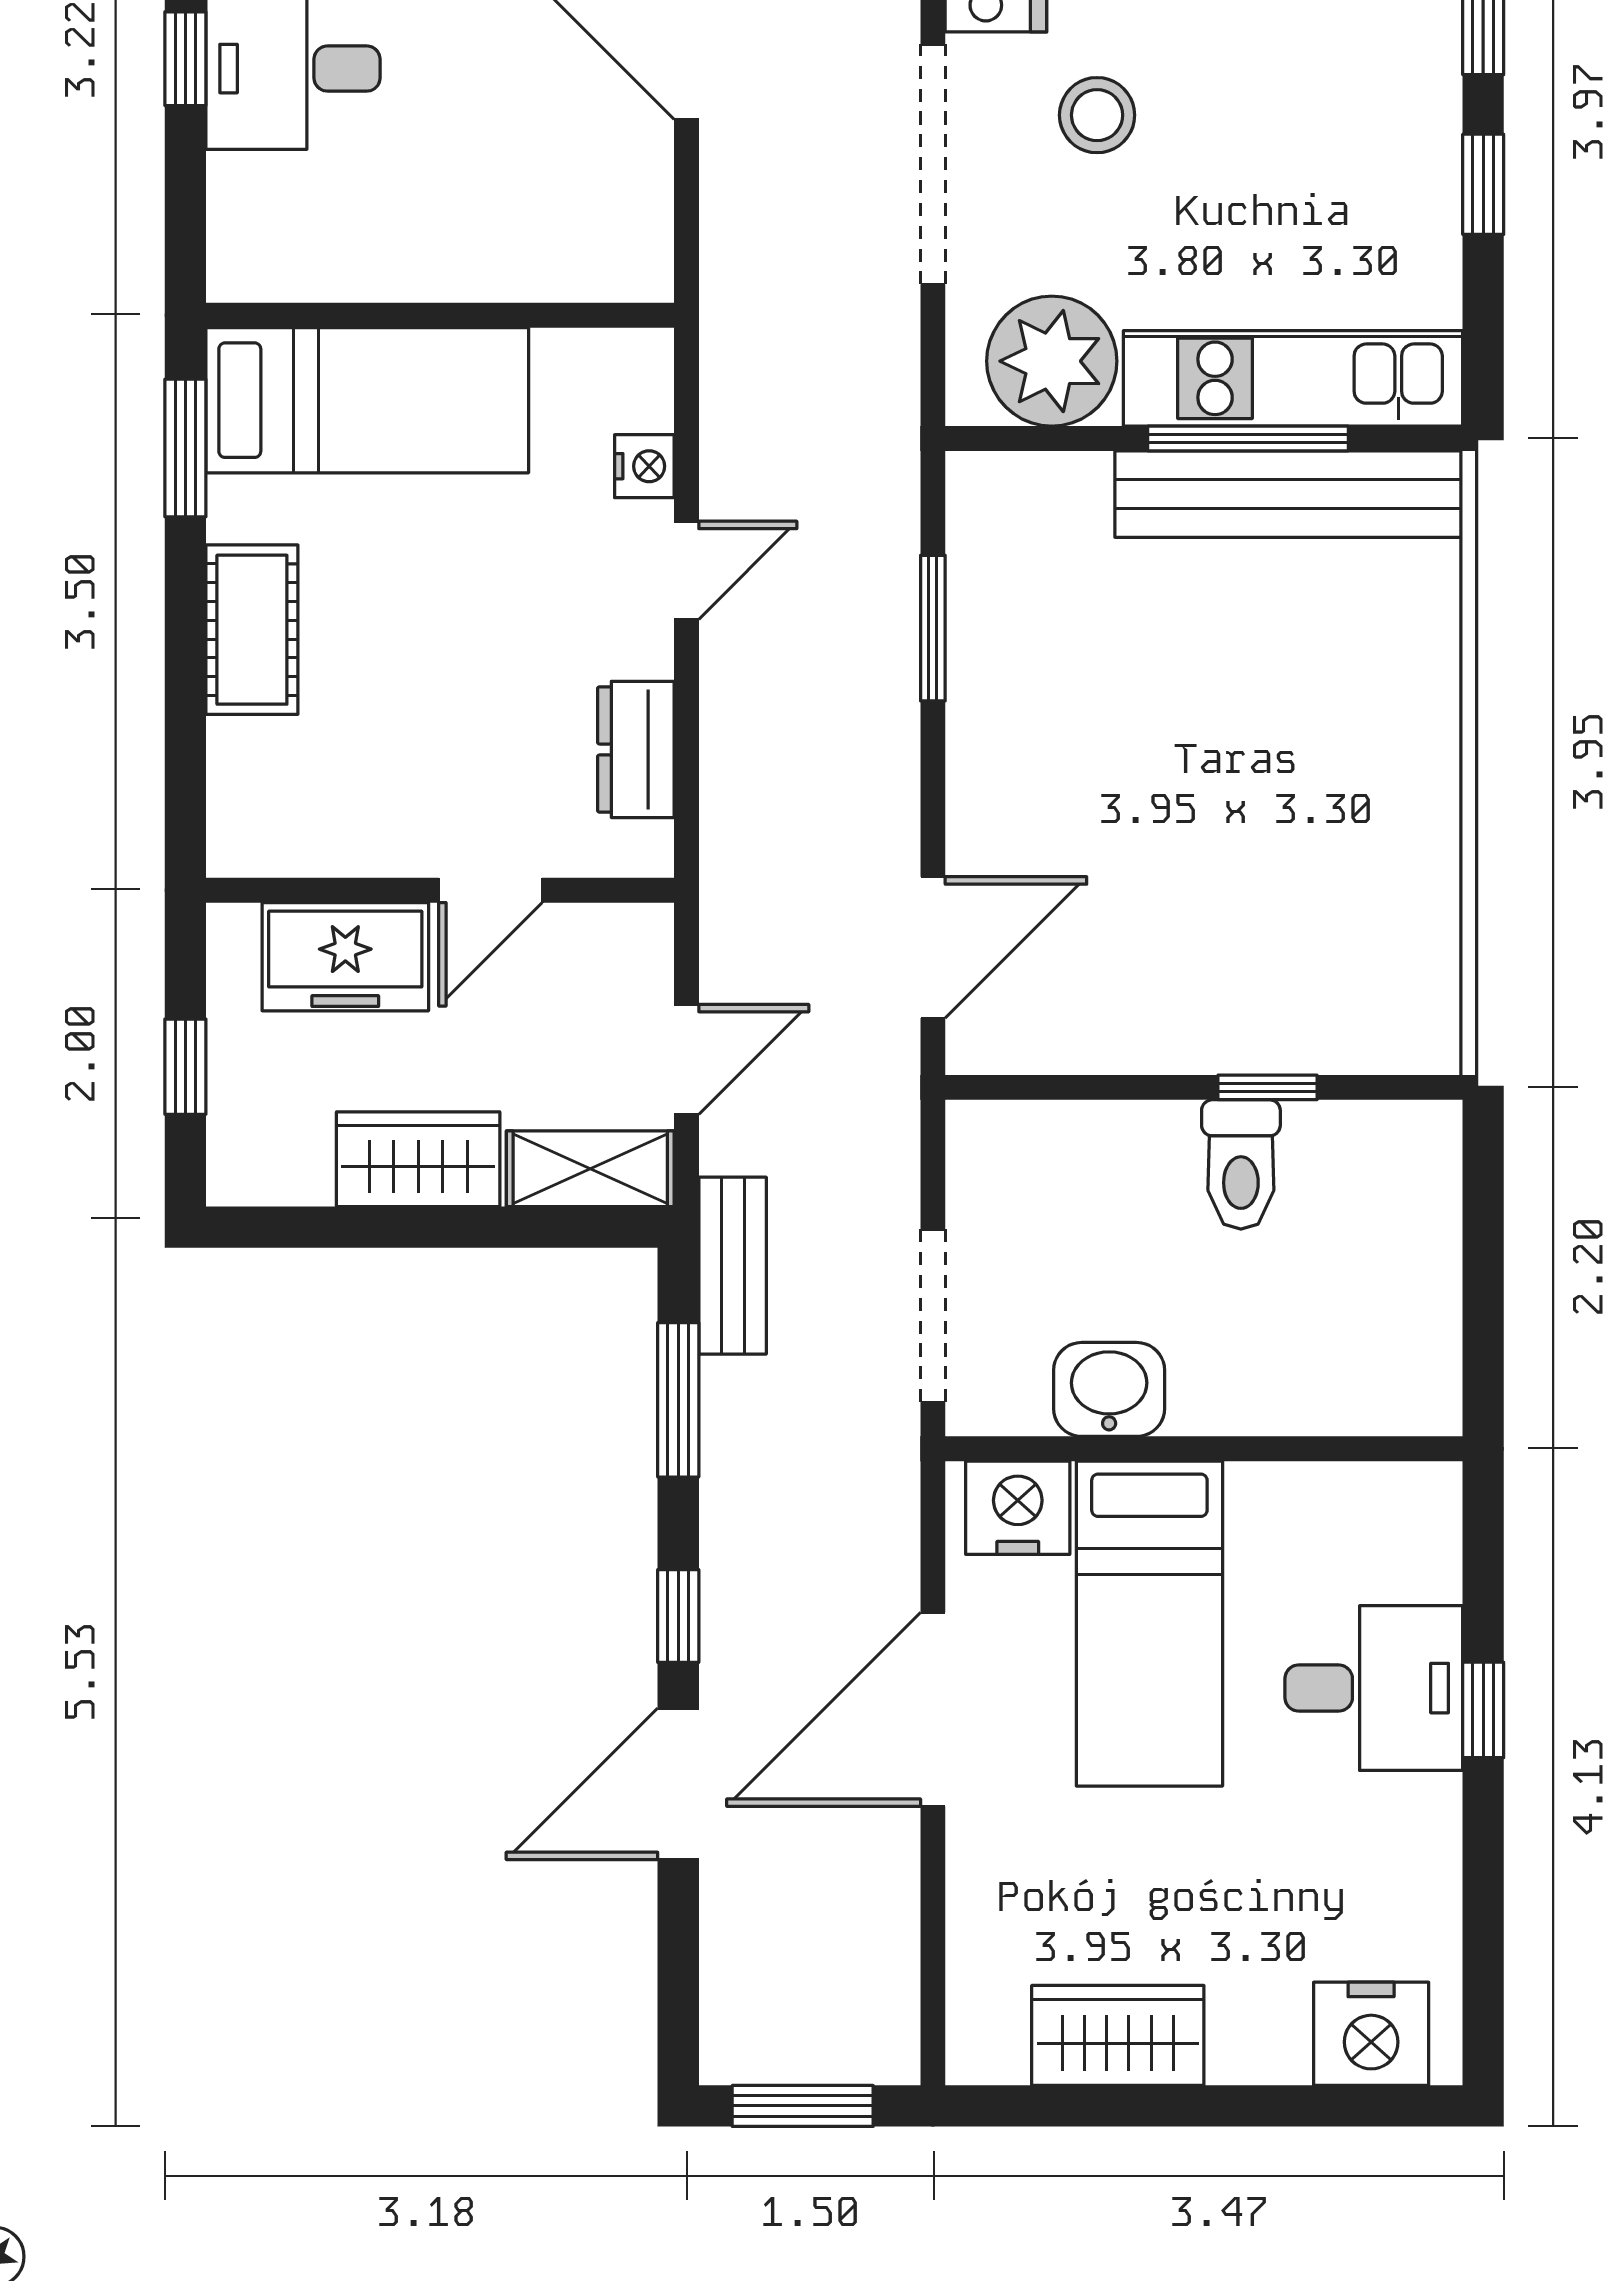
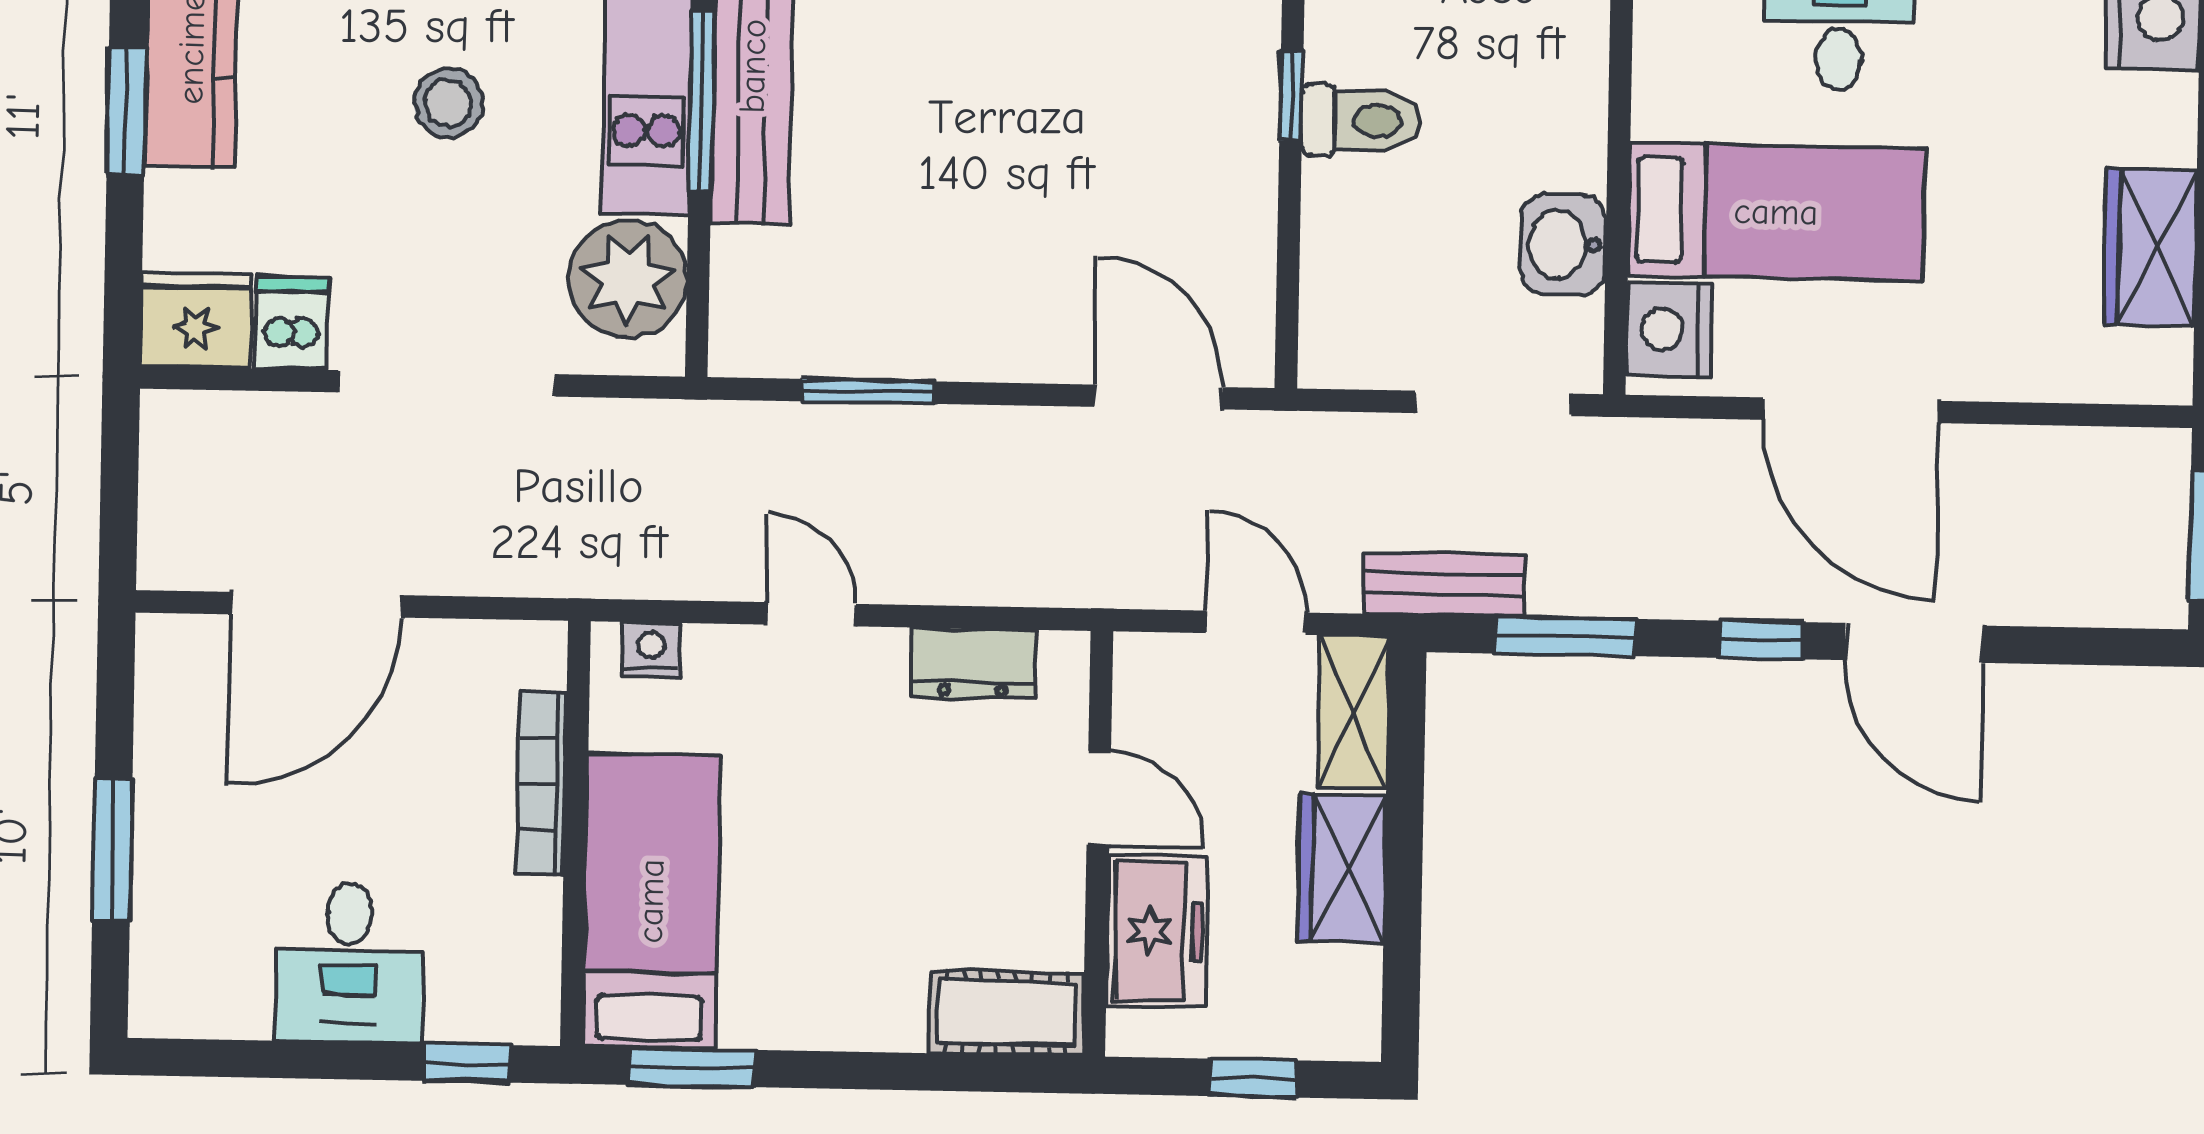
window: (185, 59) -> (467, 1063), moved
stool: (1097, 115) -> (448, 103), moved
bookcase: (494, 277) -> (542, 784), added
nightstand: (644, 466) -> (651, 649), moved
cot: (252, 630) -> (1006, 1013), moved

